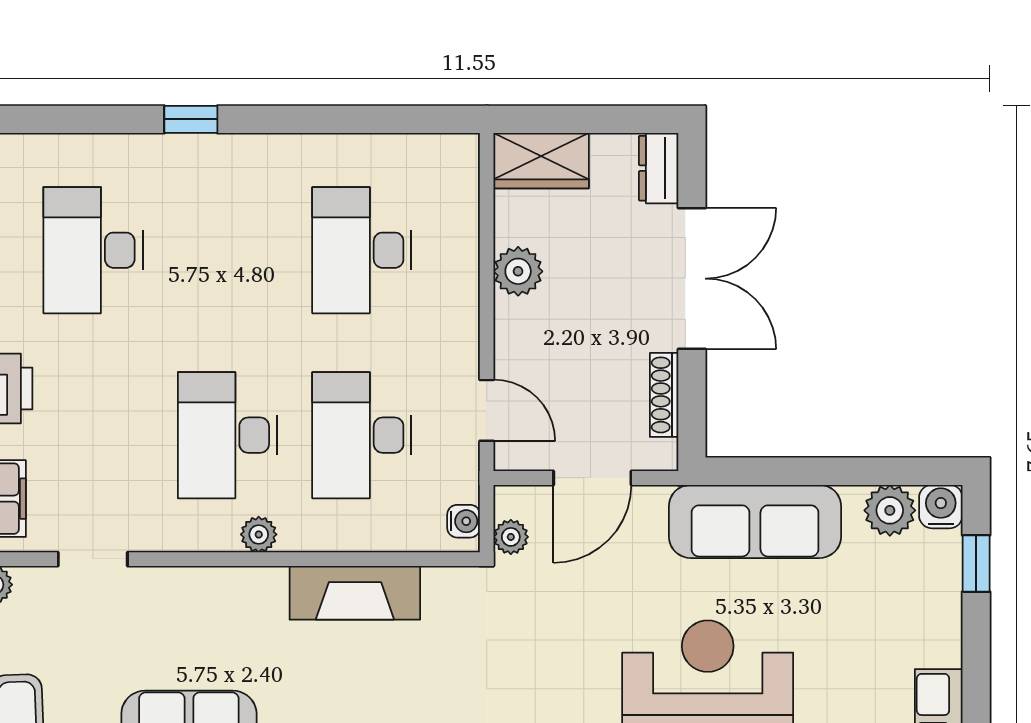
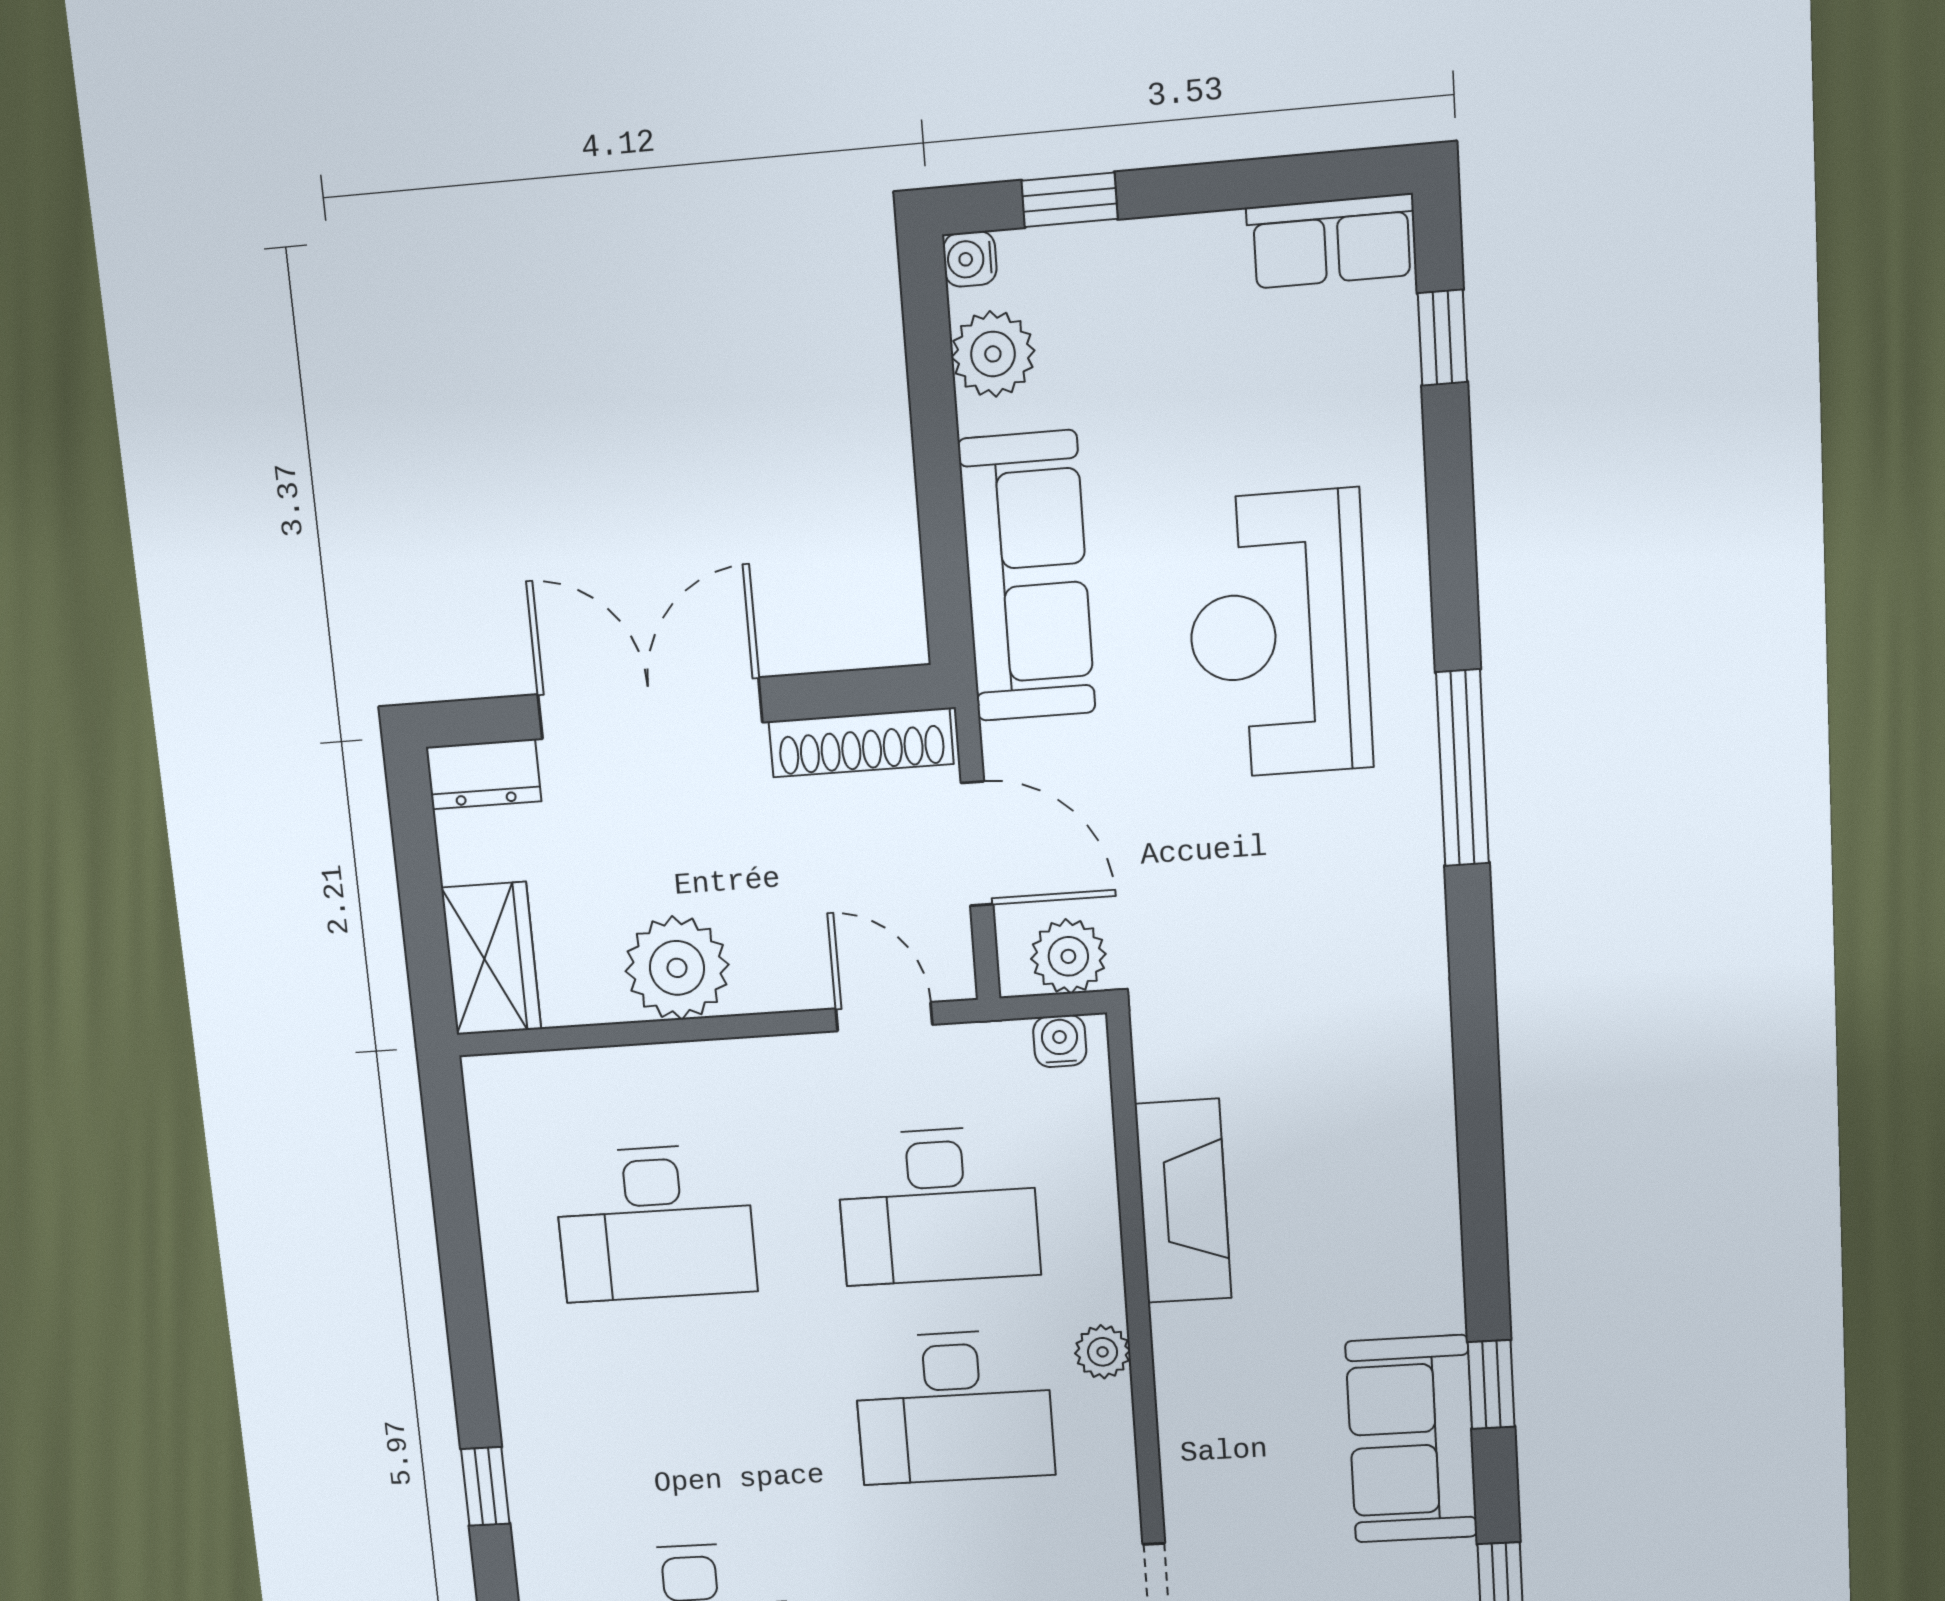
plant: (518, 271) -> (677, 968), width x1.36, depth x1.36
shoe rack: (664, 395) -> (861, 743), width x1.36, depth x1.24
door: (487, 410) -> (884, 1017), hinge flipped
water cooler: (941, 507) -> (970, 259), width x0.72, depth x0.72
plant: (511, 537) -> (1068, 956), width x1.38, depth x1.38

